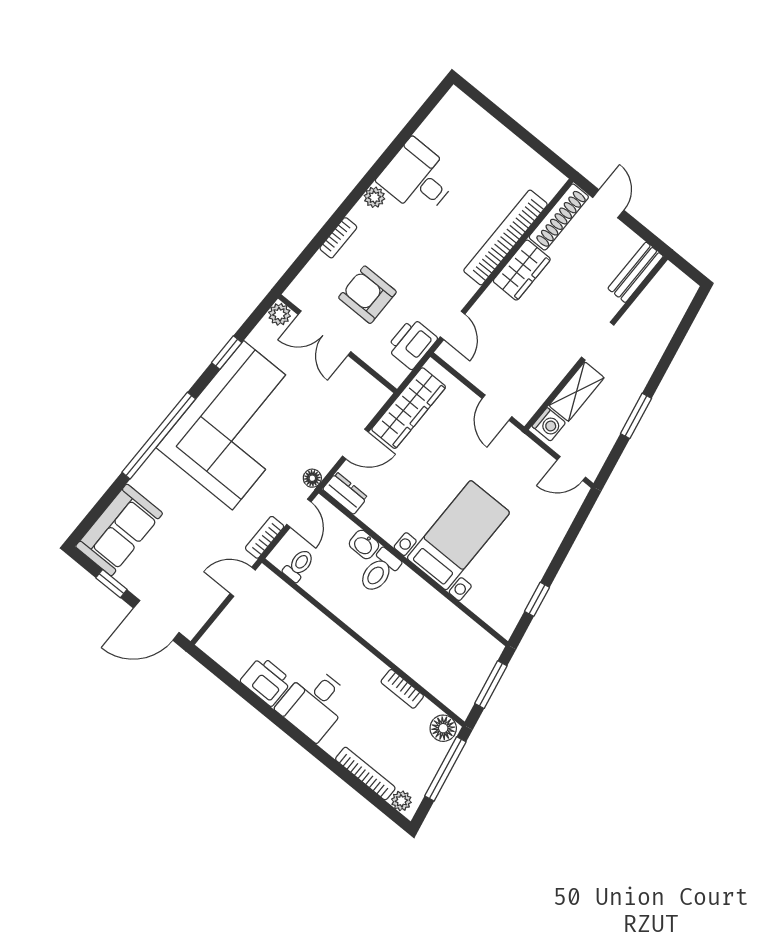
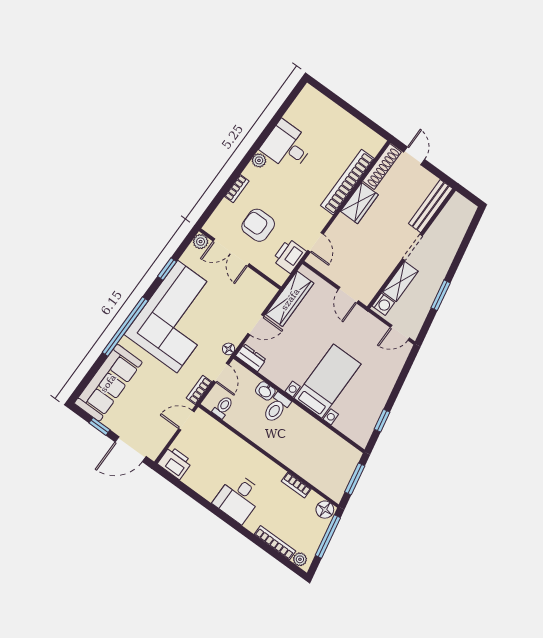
bench: (636, 272) -> (431, 206), width x1.36
sofa: (119, 530) -> (108, 383), width x1.36
printer: (266, 681) -> (175, 463), moved

